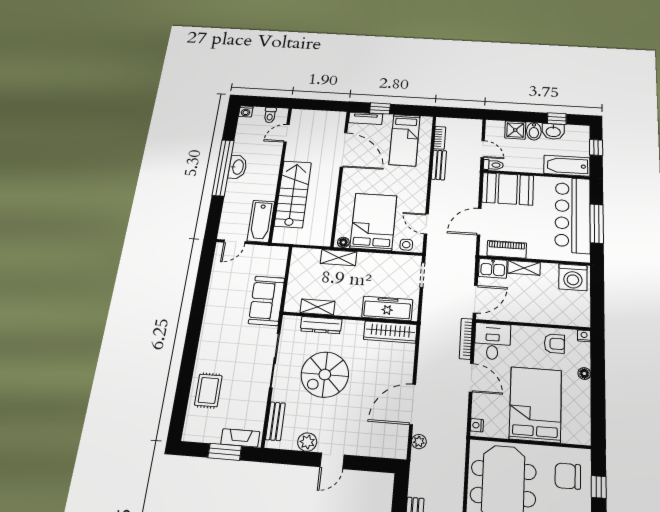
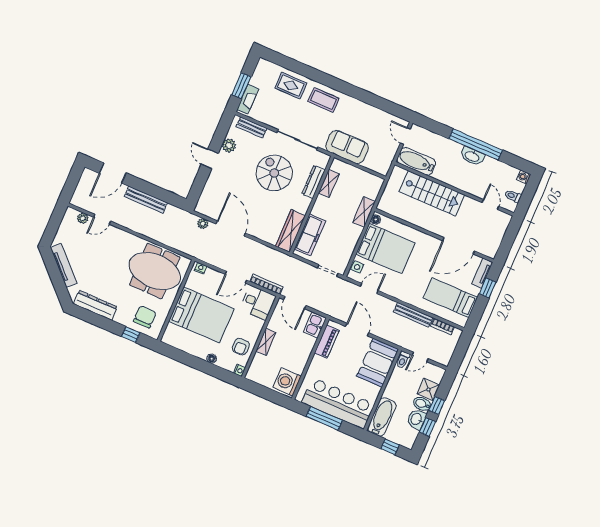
window: (529, 117) -> (437, 406), added
bench: (439, 165) -> (413, 315), width x1.36
shelving: (524, 268) -> (266, 342), moved
coffee table: (216, 346) -> (324, 100), added

